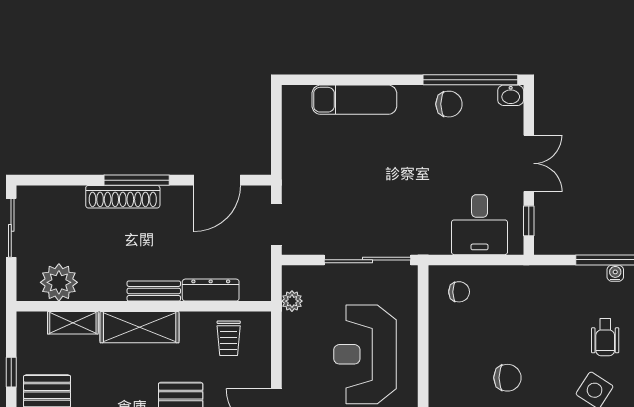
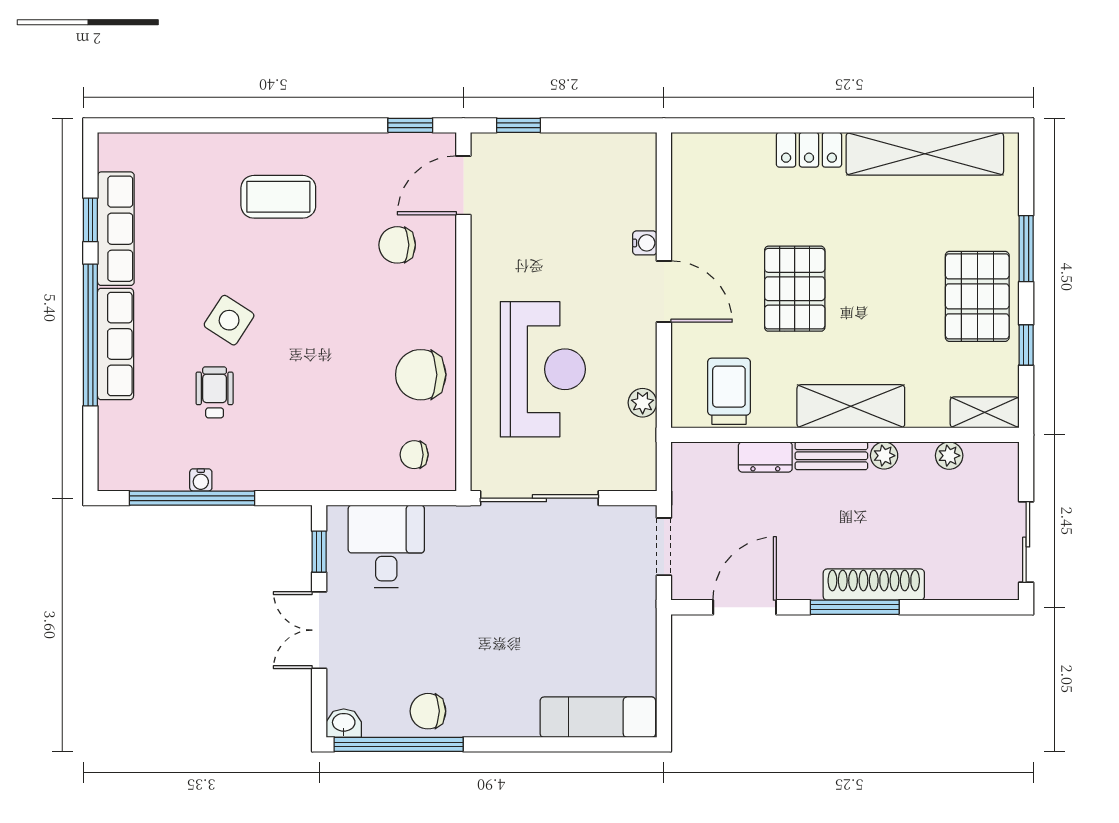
exam couch: (354, 100) -> (598, 717), moved
plant: (59, 282) -> (949, 456), width x0.53, depth x0.53
dresser: (211, 290) -> (765, 457), width x0.70
plant: (115, 291) -> (884, 456), added
plant: (292, 301) -> (643, 403), moved
shelving: (73, 323) -> (985, 412), moved
trolley: (229, 338) -> (729, 391), width x1.36, depth x1.39
chair: (507, 378) -> (421, 375), moved, width x1.37, depth x1.37

